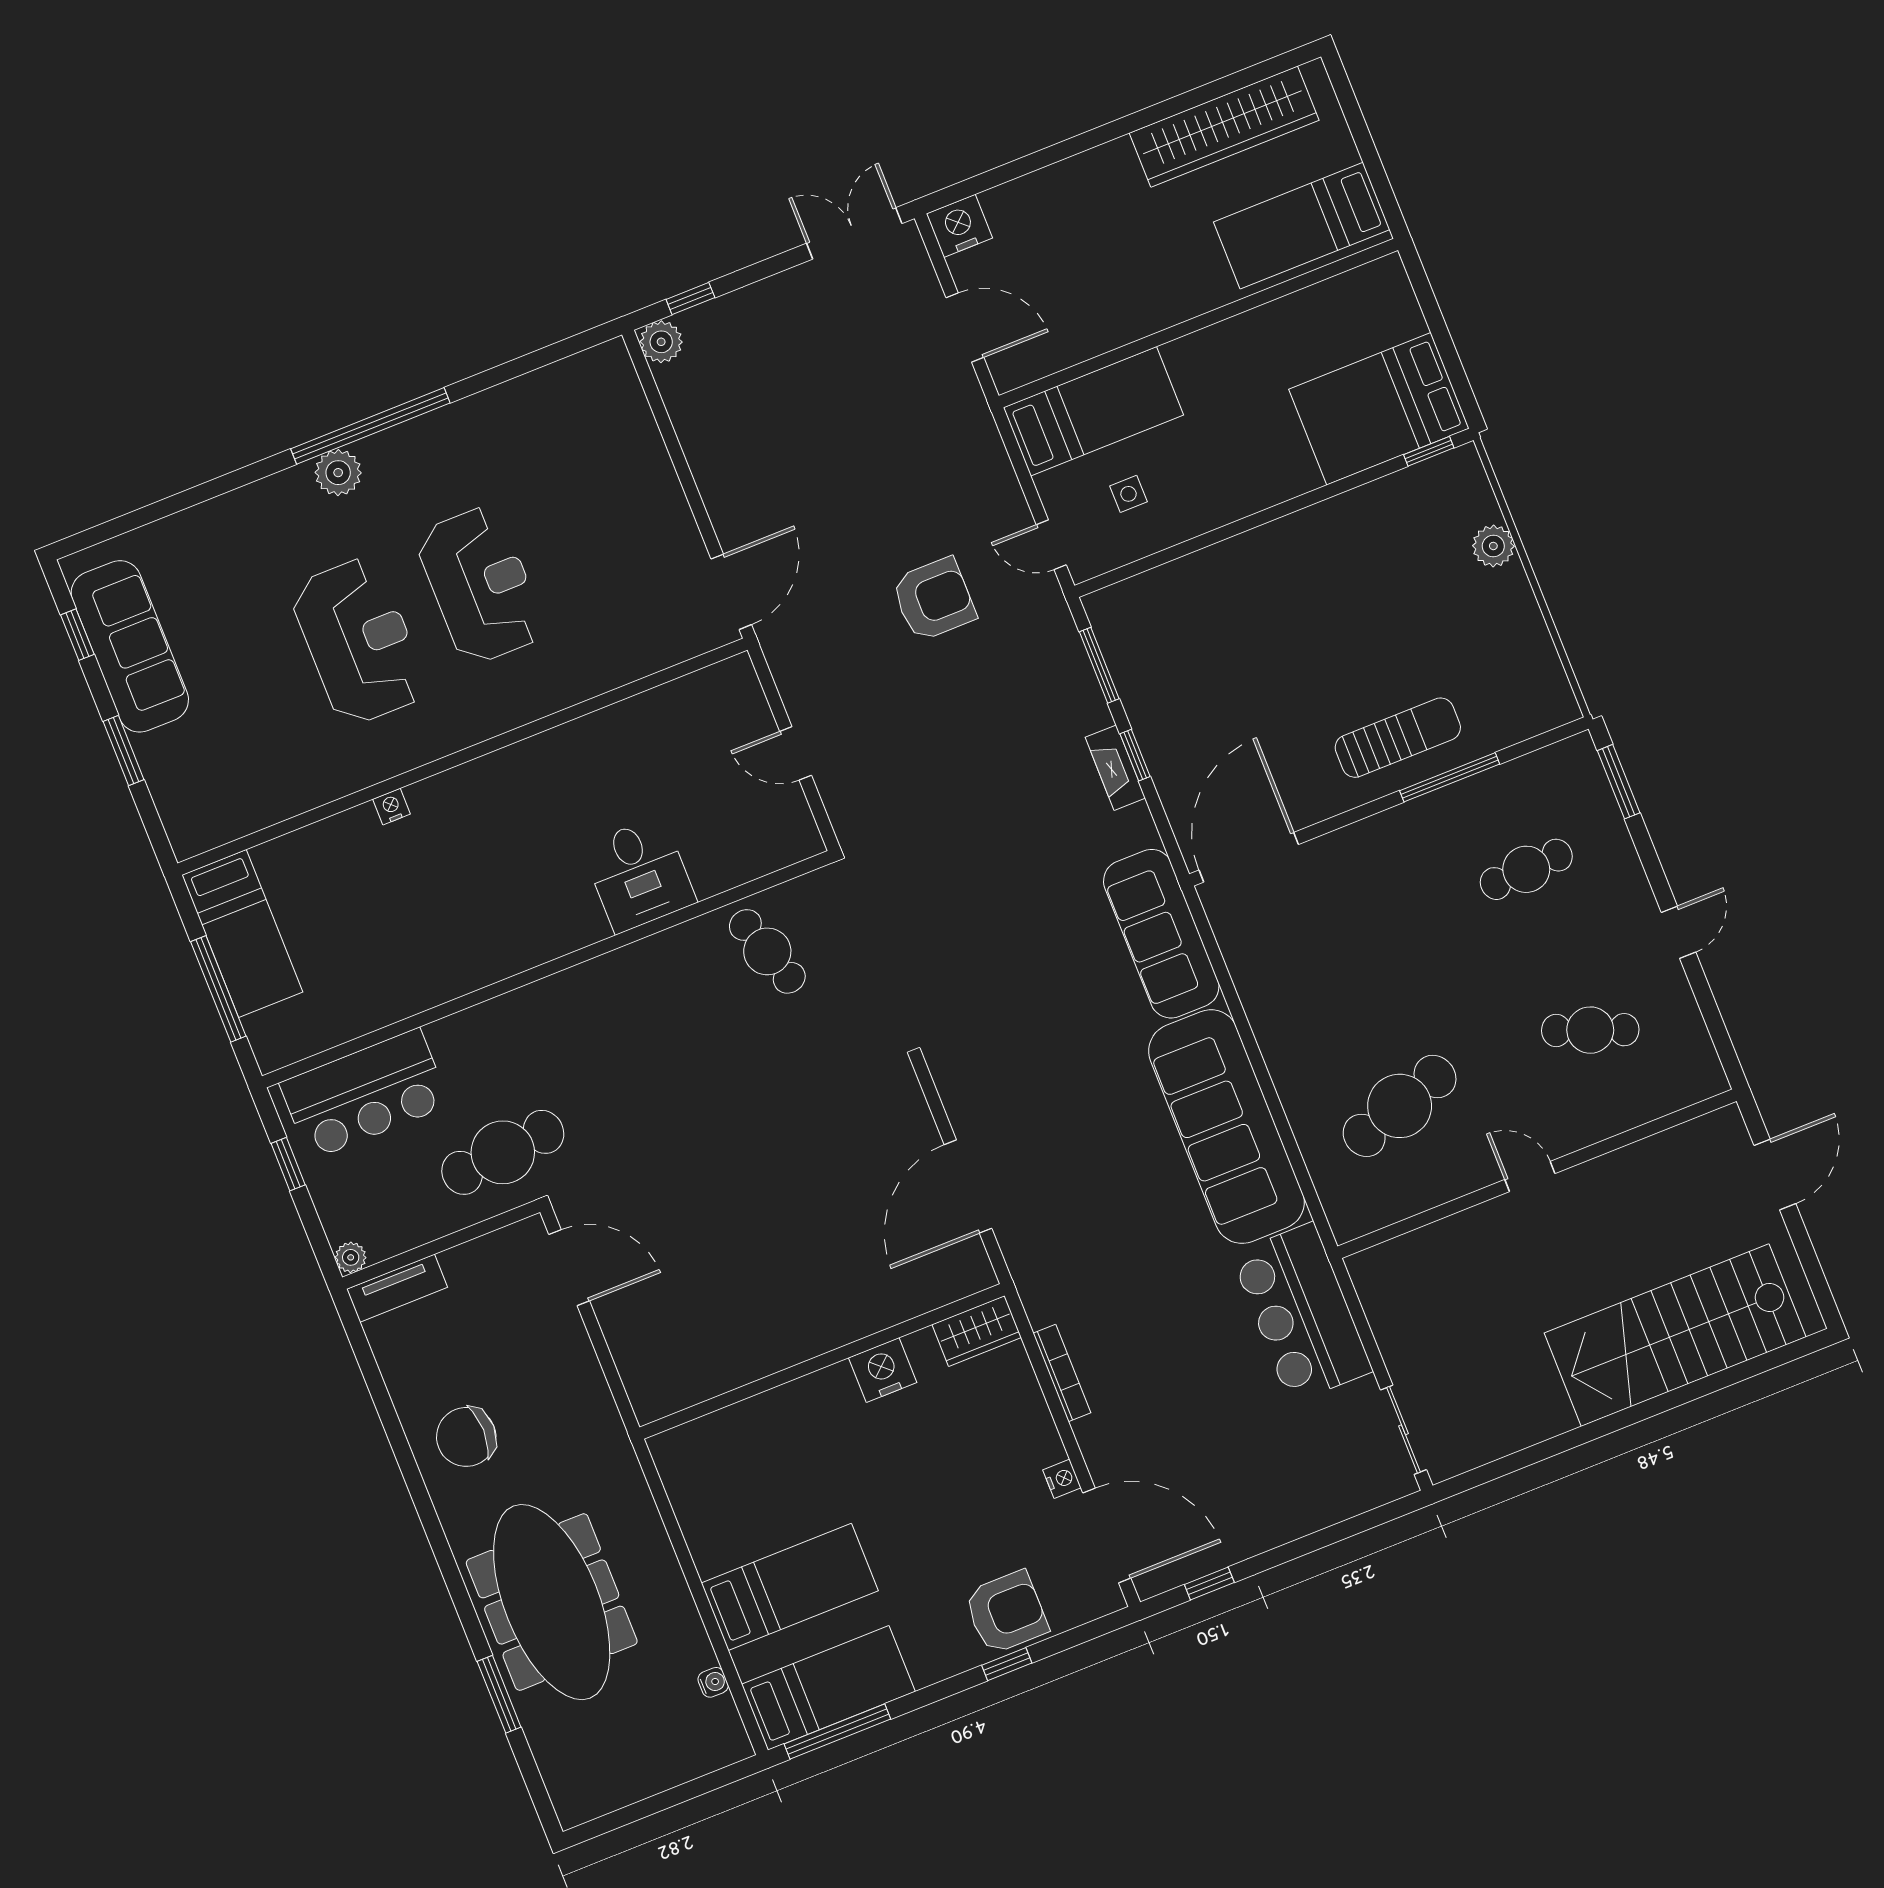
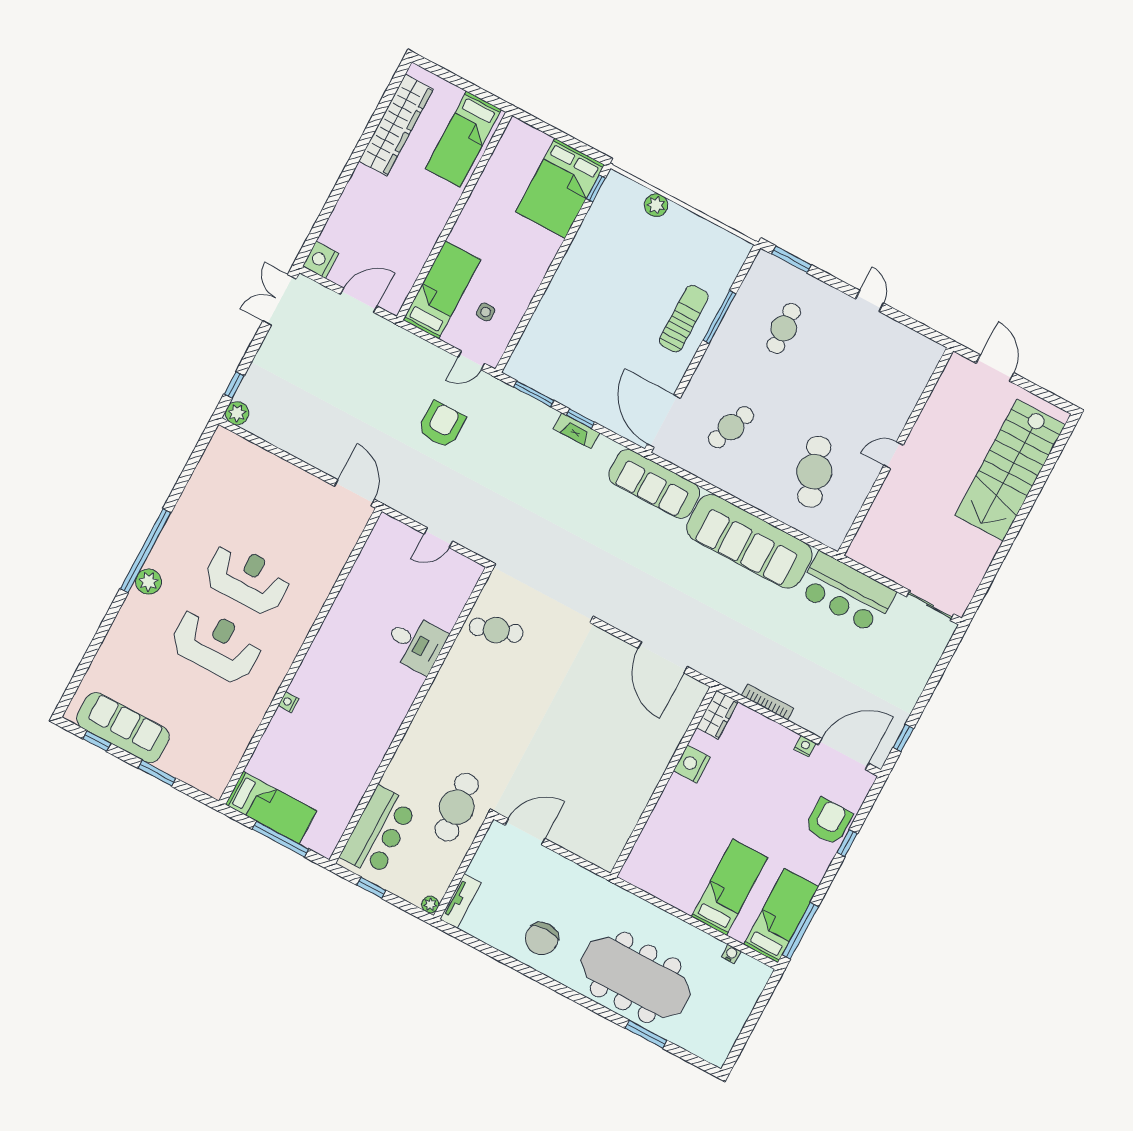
cafe table: (1590, 1030) -> (731, 427), moved

